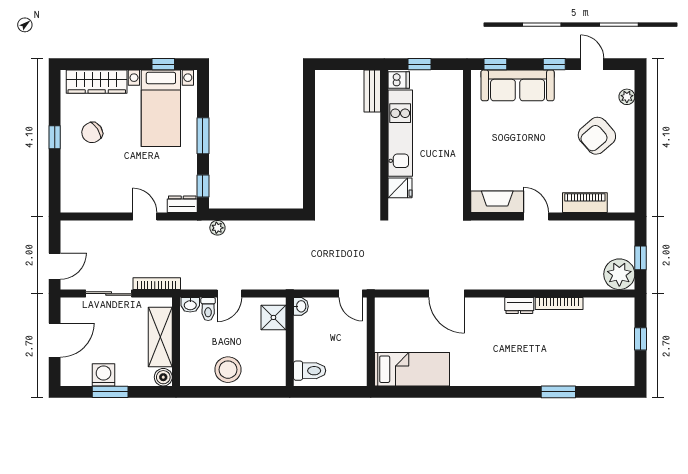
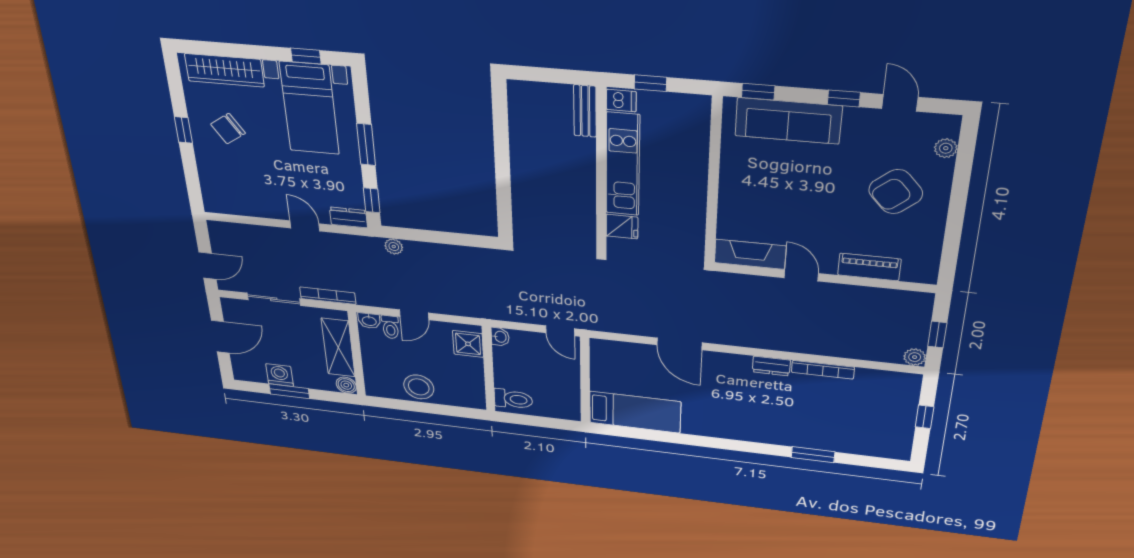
plant: (619, 274) -> (915, 357), width x0.53, depth x0.53

